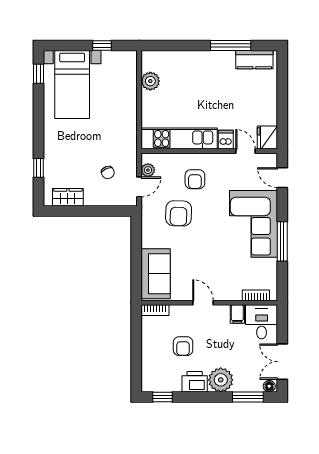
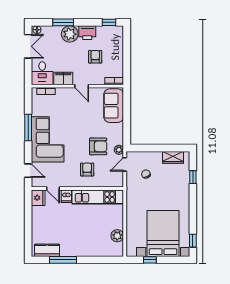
bed with nightstands: (72, 84) -> (163, 233), width x1.36
plant: (148, 170) -> (119, 150), moved
armchair: (179, 213) -> (98, 146), turned 88
filing cabinet: (237, 314) -> (63, 78), width x2.00
window: (248, 397) -> (63, 22), moved

